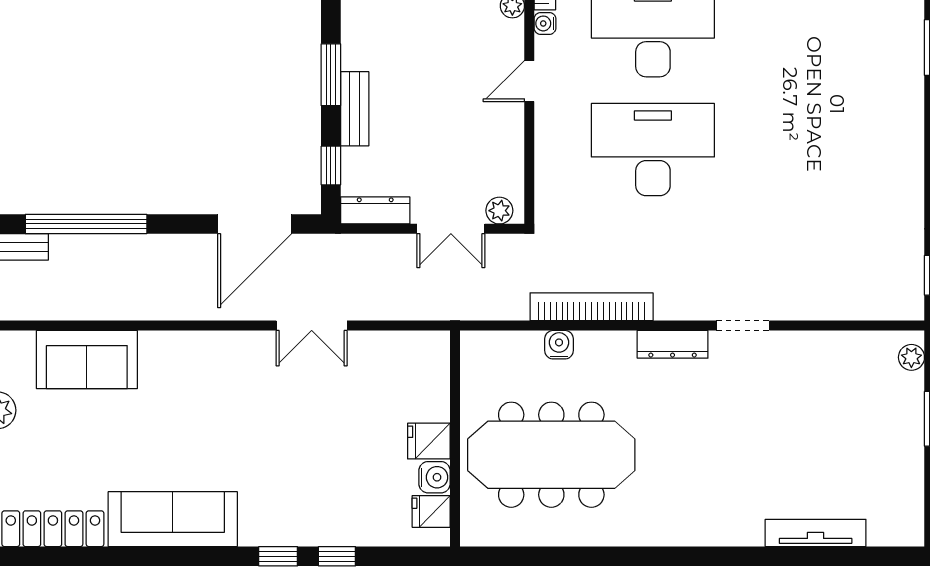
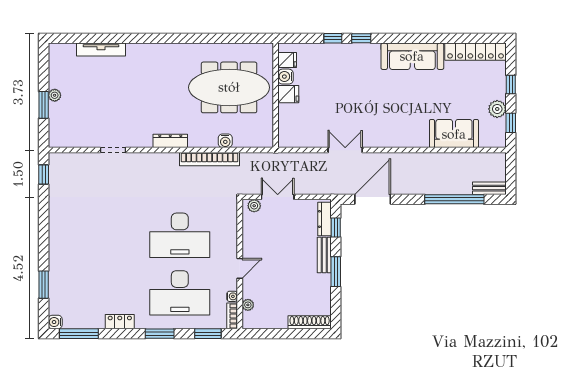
dresser: (375, 210) -> (325, 219), moved, turned 90
doorway: (743, 326) -> (113, 150), moved
plant: (911, 357) -> (55, 95), moved

